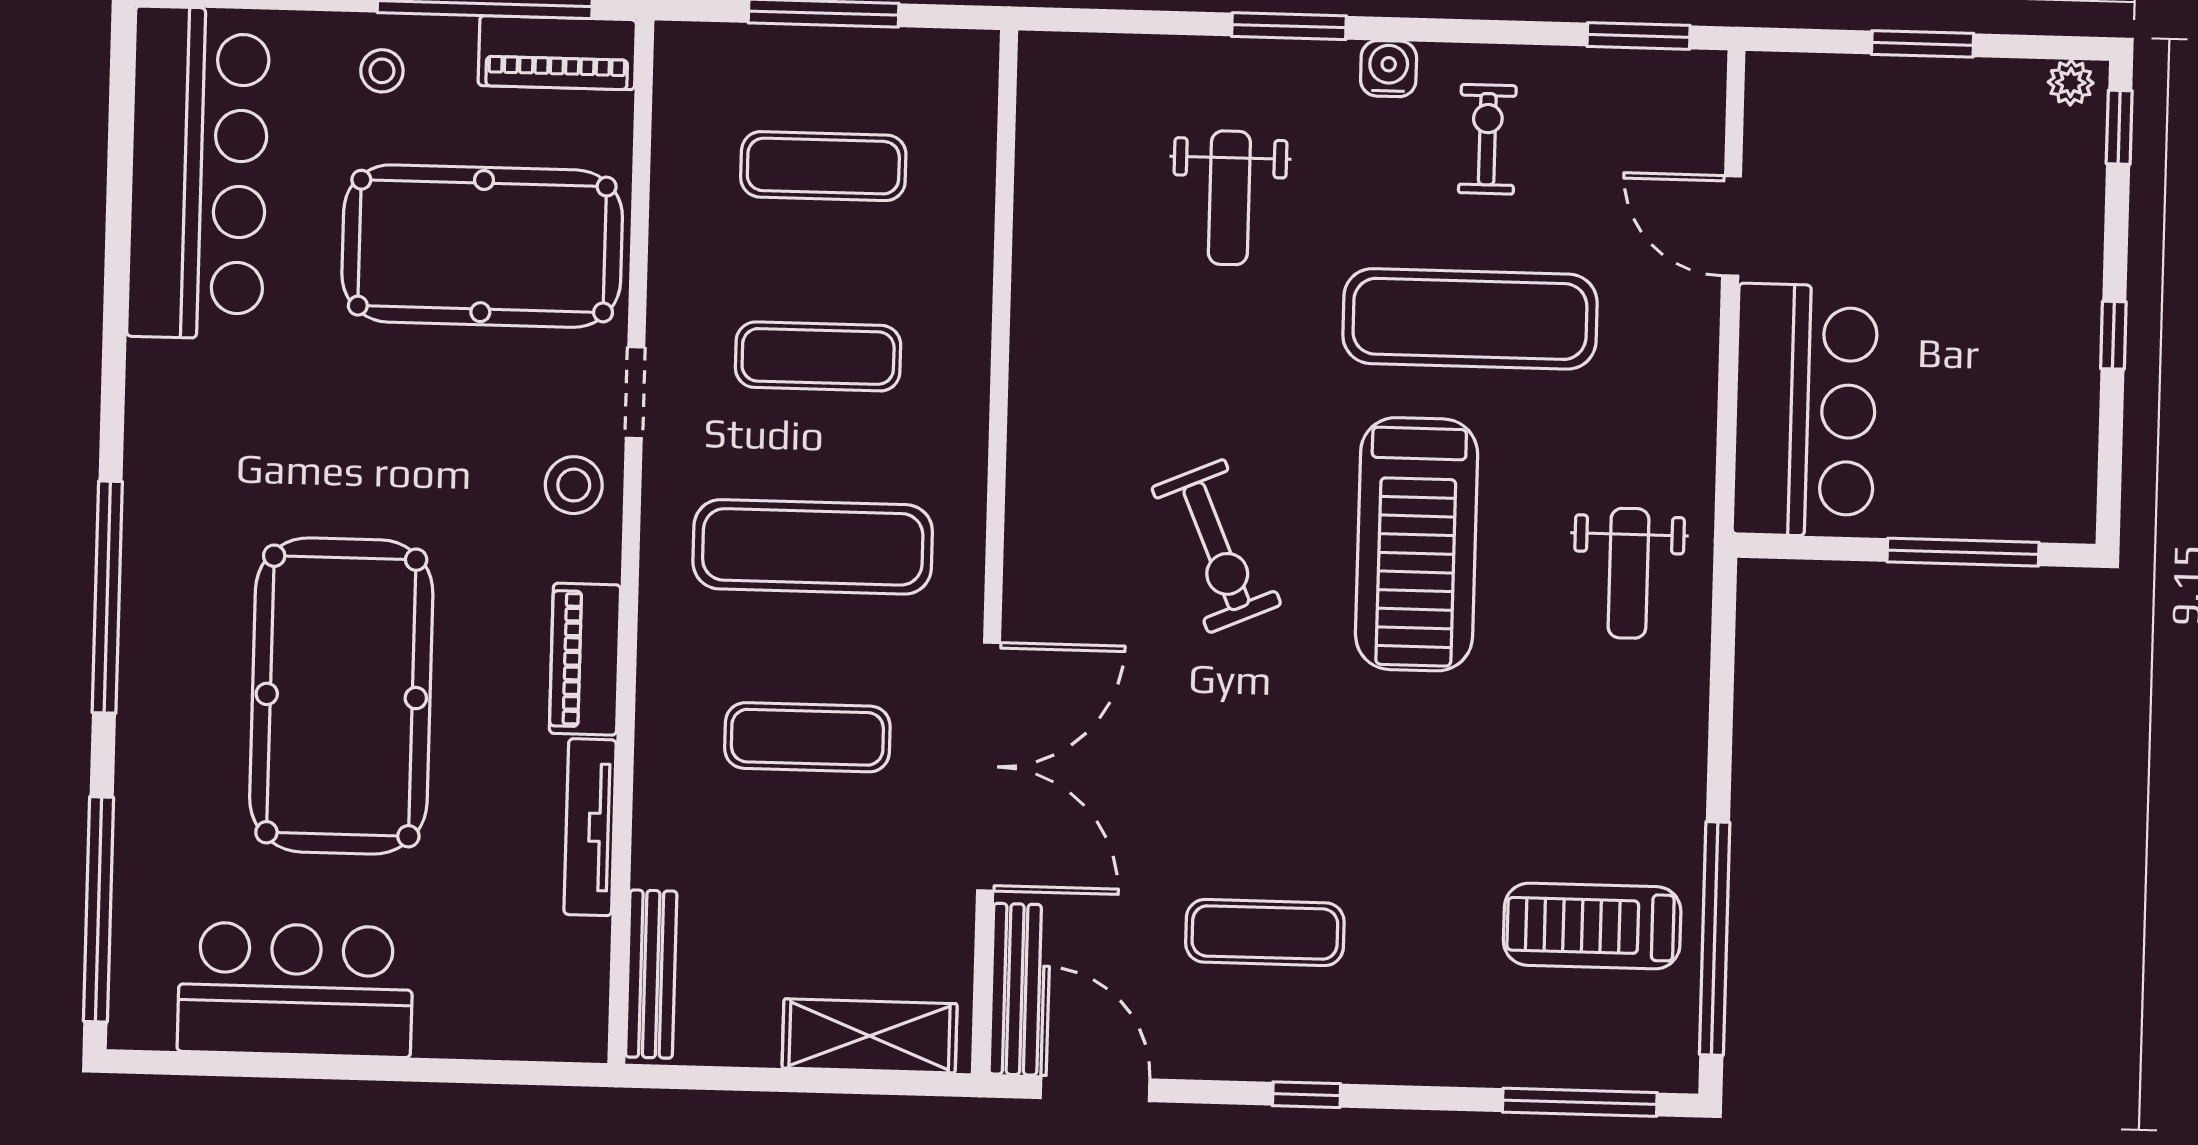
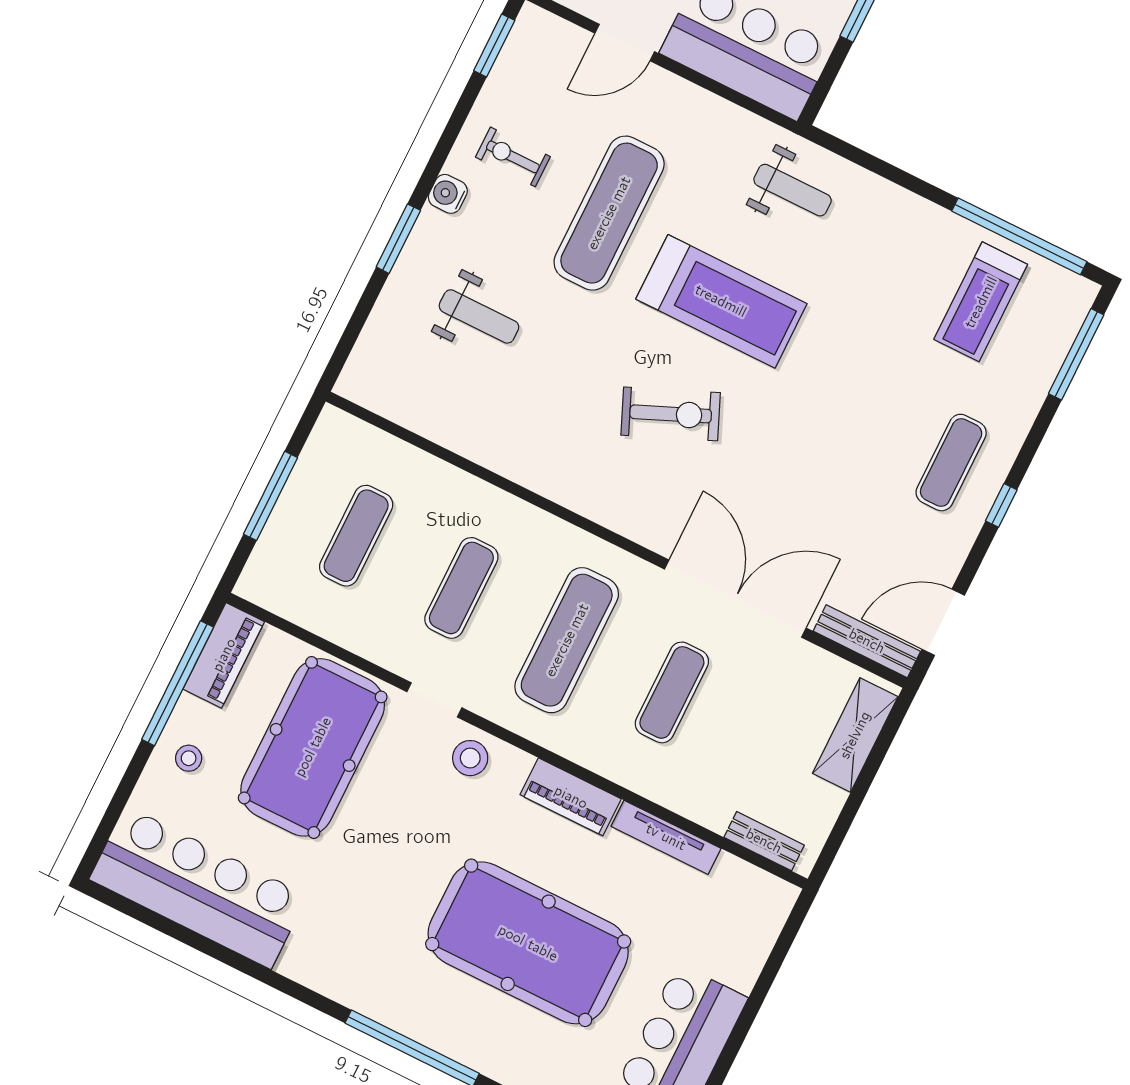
exercise mat: (1265, 932) -> (951, 463), moved
bench: (651, 974) -> (764, 841), width x0.73

